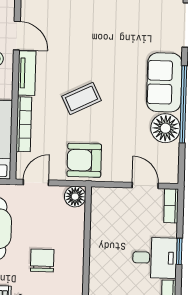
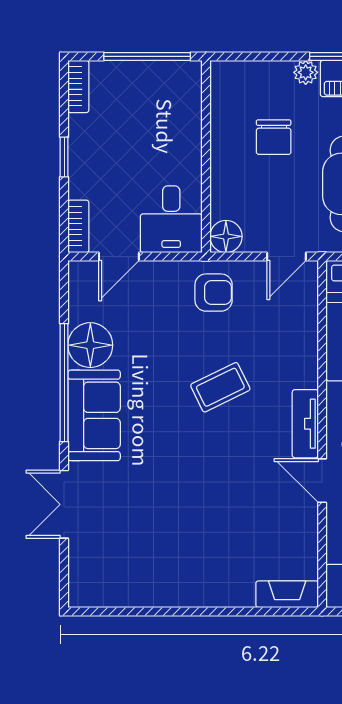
bookcase: (24, 124) -> (308, 345), removed
armchair: (84, 160) -> (214, 293), width x0.72, depth x0.72
door: (145, 185) -> (119, 257), hinge flipped
desk: (155, 258) -> (171, 219), moved, turned -90

